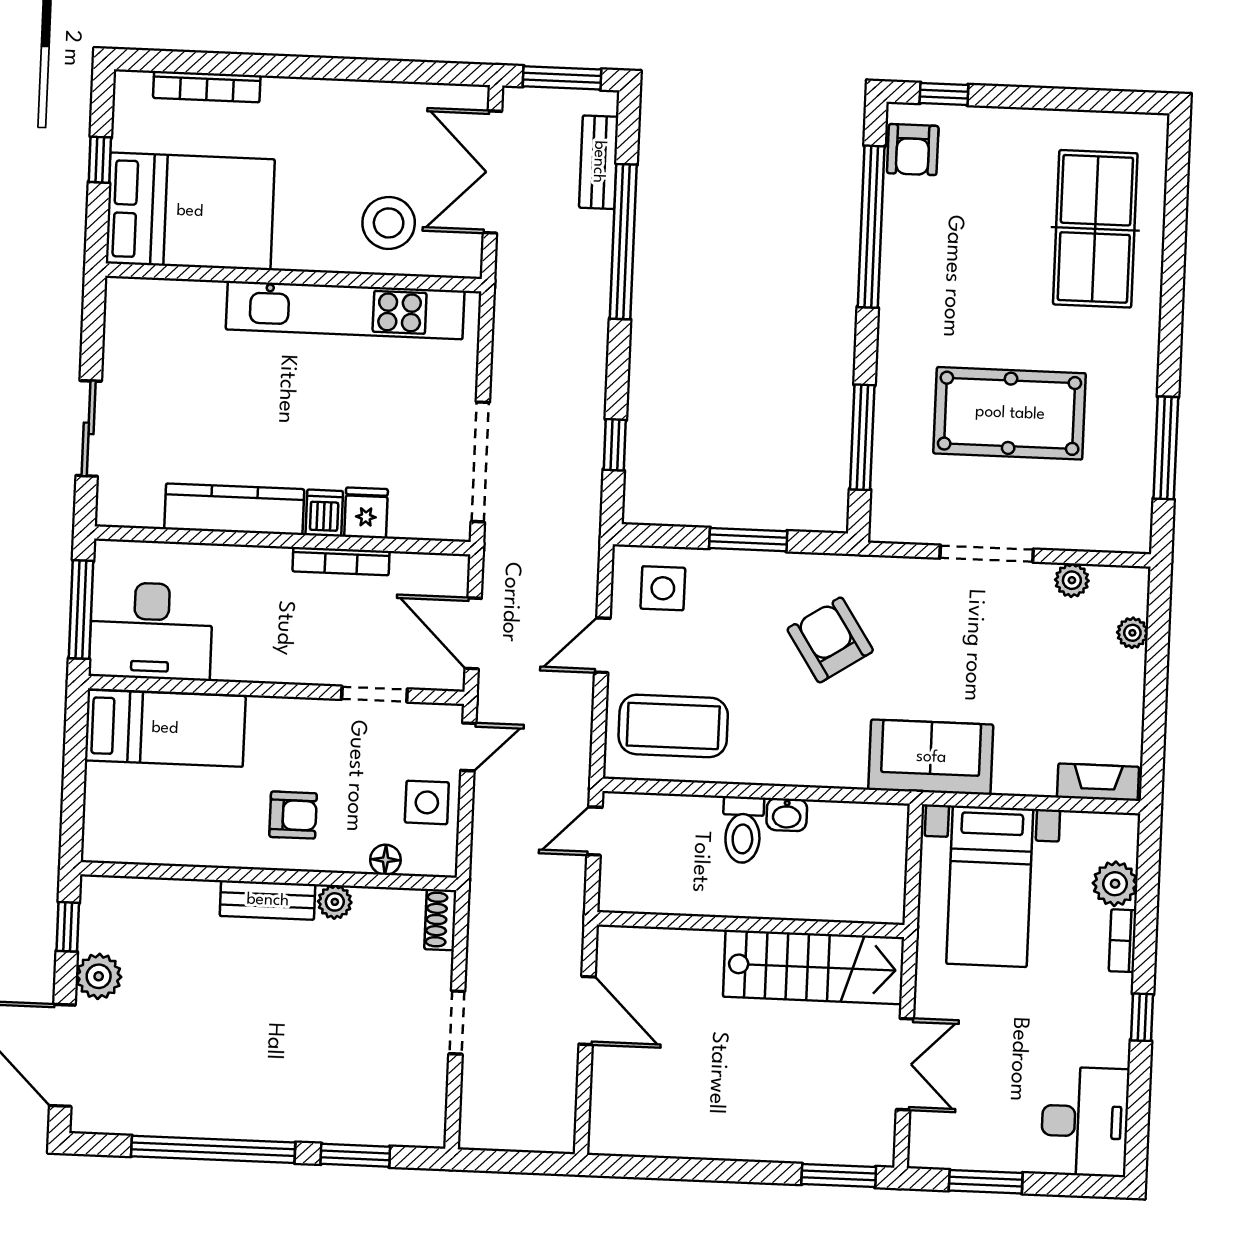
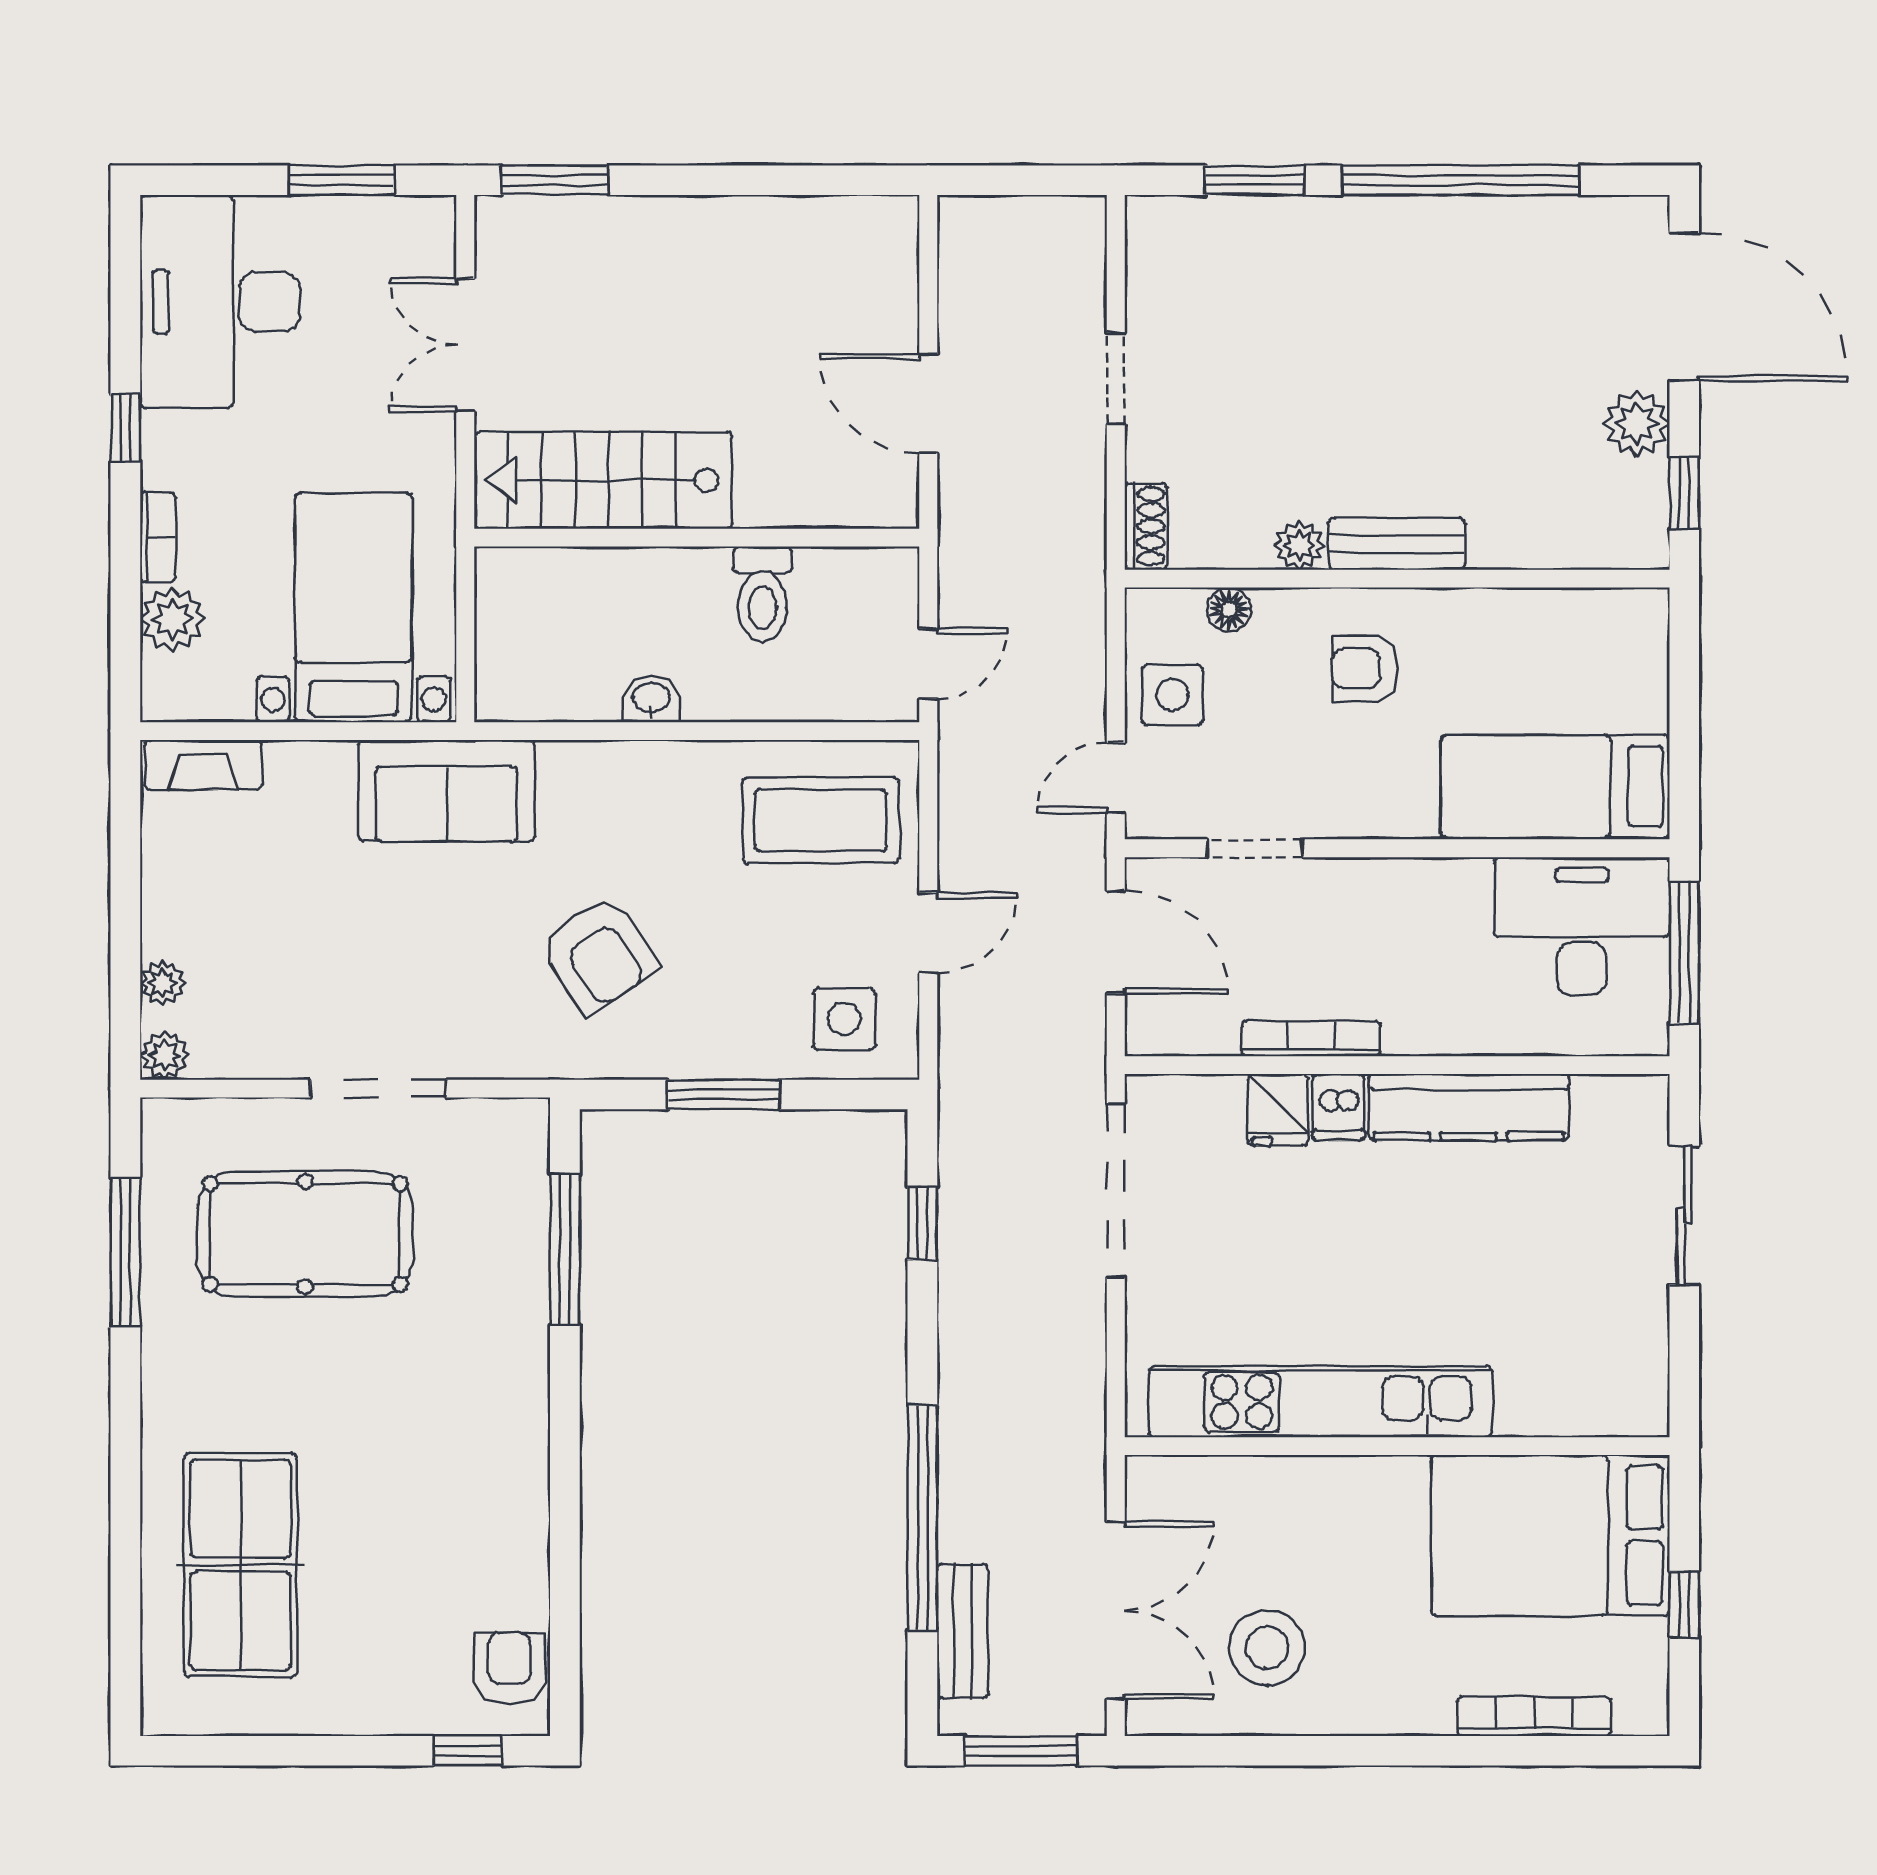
stool: (389, 223) -> (1267, 1647), moved
window: (871, 227) -> (565, 1554), removed
pool table: (1010, 413) -> (305, 1234), moved
plant: (1072, 580) -> (165, 1055), moved
toilet: (743, 830) -> (763, 594), moved, turned 180
desk: (1085, 1122) -> (220, 302), width x1.36, depth x1.30

